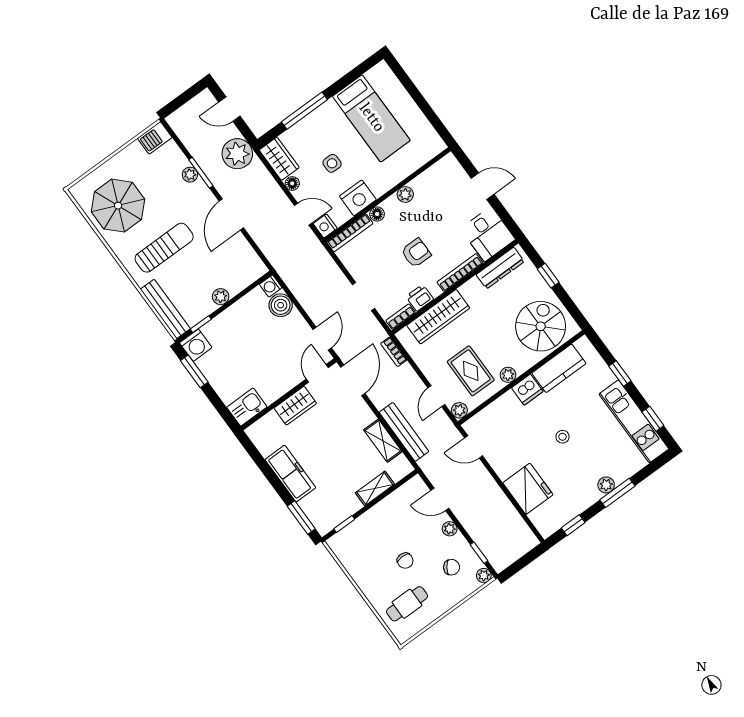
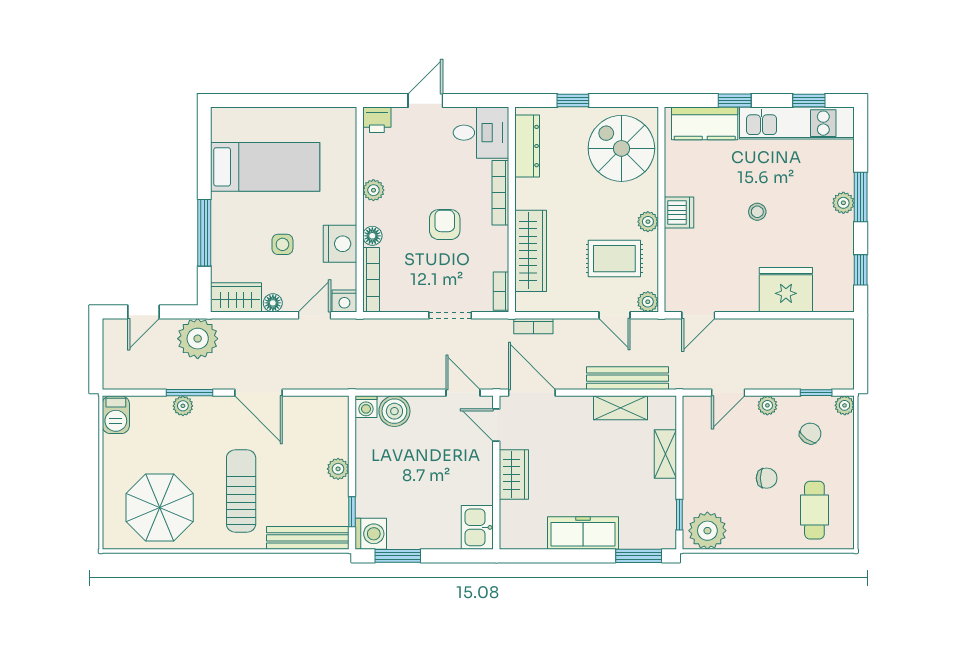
printer: (420, 298) -> (377, 120), moved, turned -90
kitchen counter: (559, 368) -> (705, 123), moved, turned 90
plant: (347, 548) -> (707, 531), added

